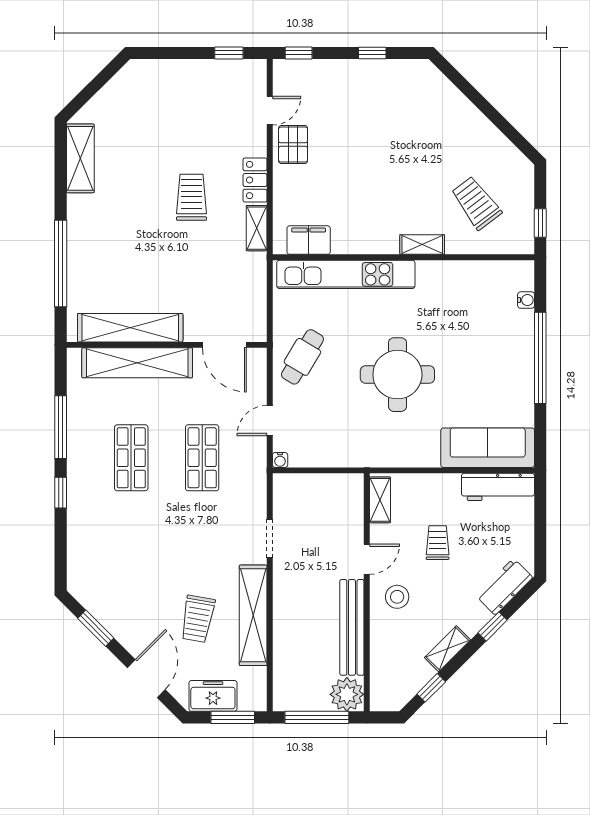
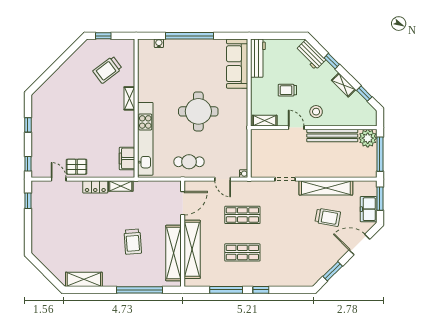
trolley: (191, 197) -> (133, 242), moved, turned -94
window: (540, 223) -> (103, 36), moved
cafe table: (302, 357) -> (189, 162), turned -31

